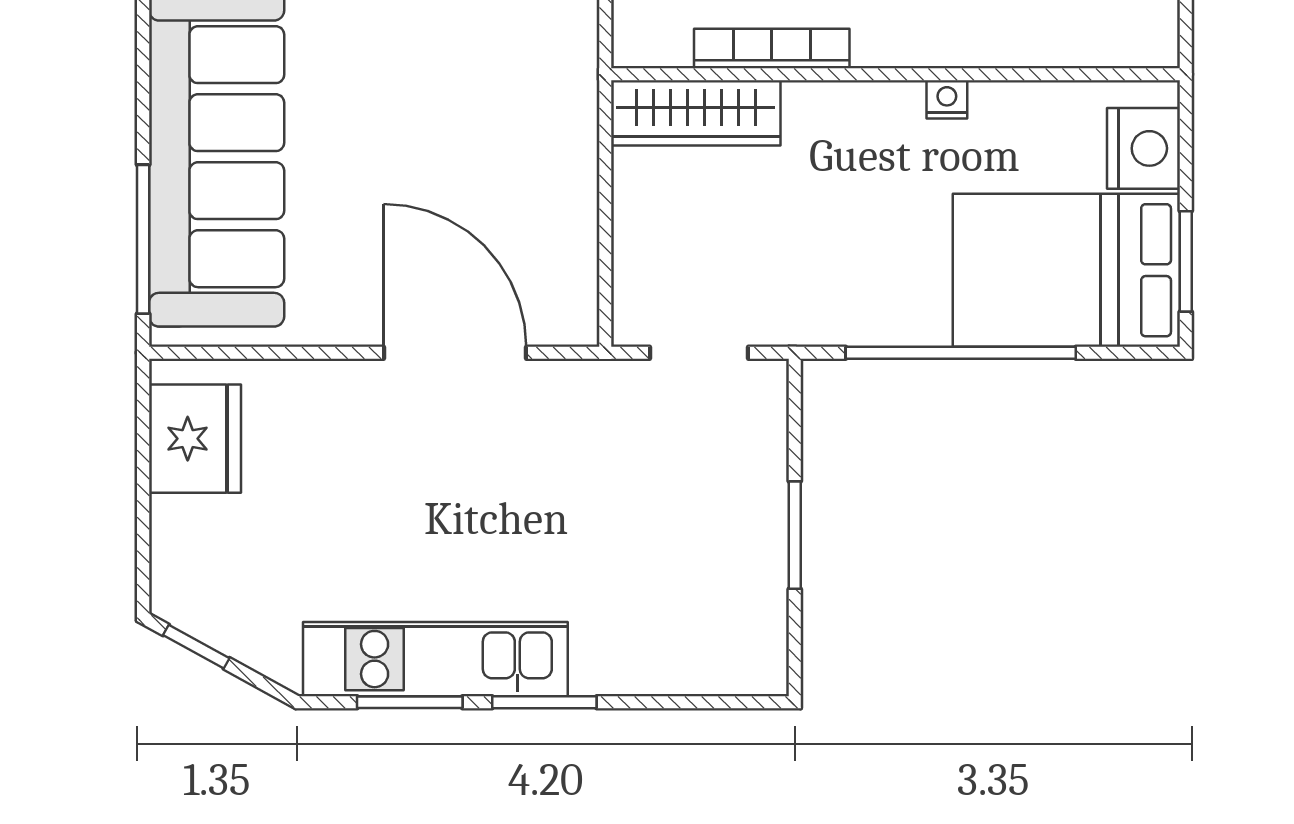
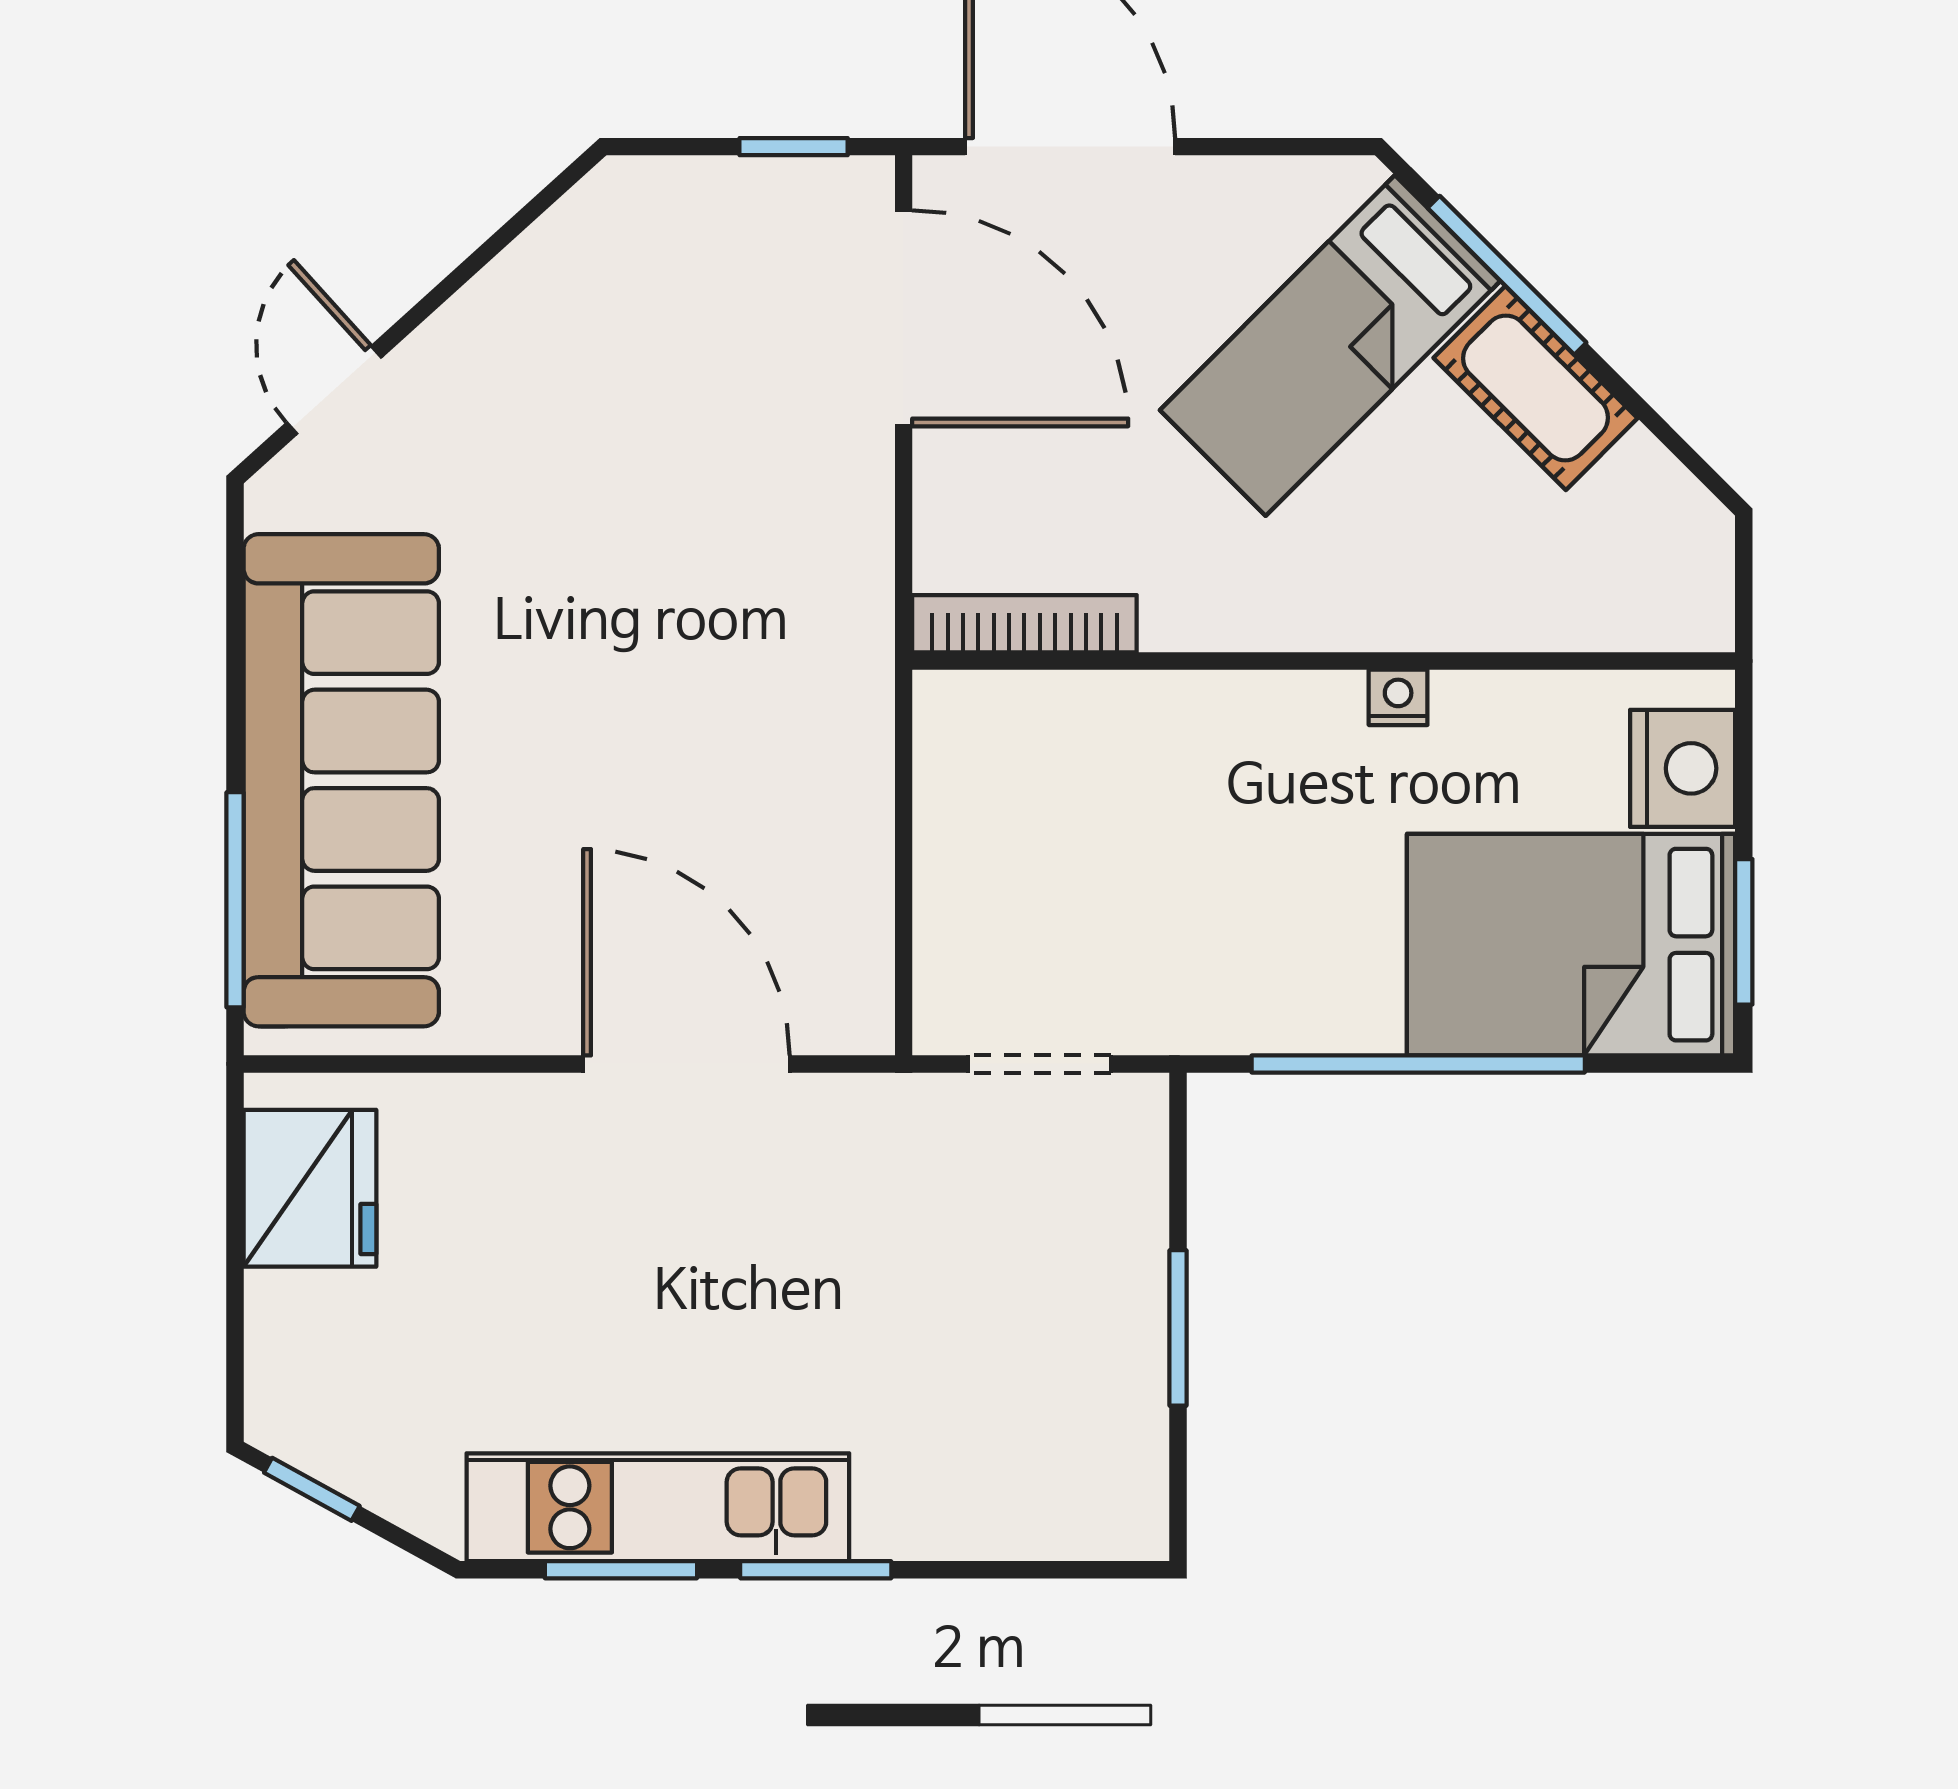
bookcase: (772, 49) -> (1024, 624), moved
wardrobe: (696, 113) -> (1035, 717), removed

